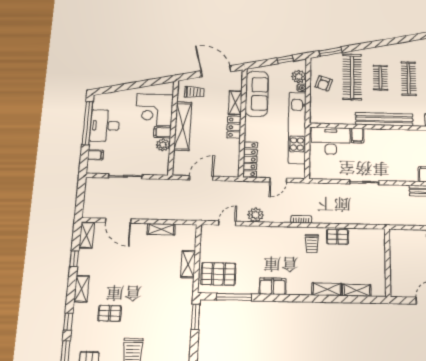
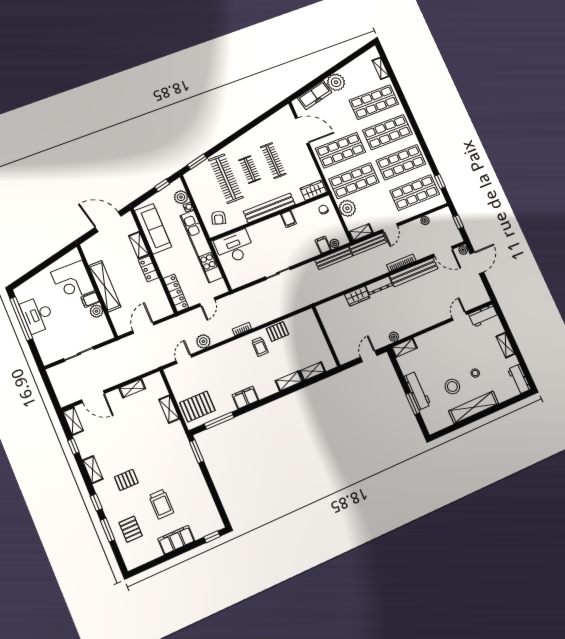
armchair: (324, 83) -> (219, 218), moved
trolley: (194, 92) -> (99, 250), removed
filing cabinet: (357, 136) -> (288, 219), moved
filing cabinet: (95, 155) -> (43, 346), removed

